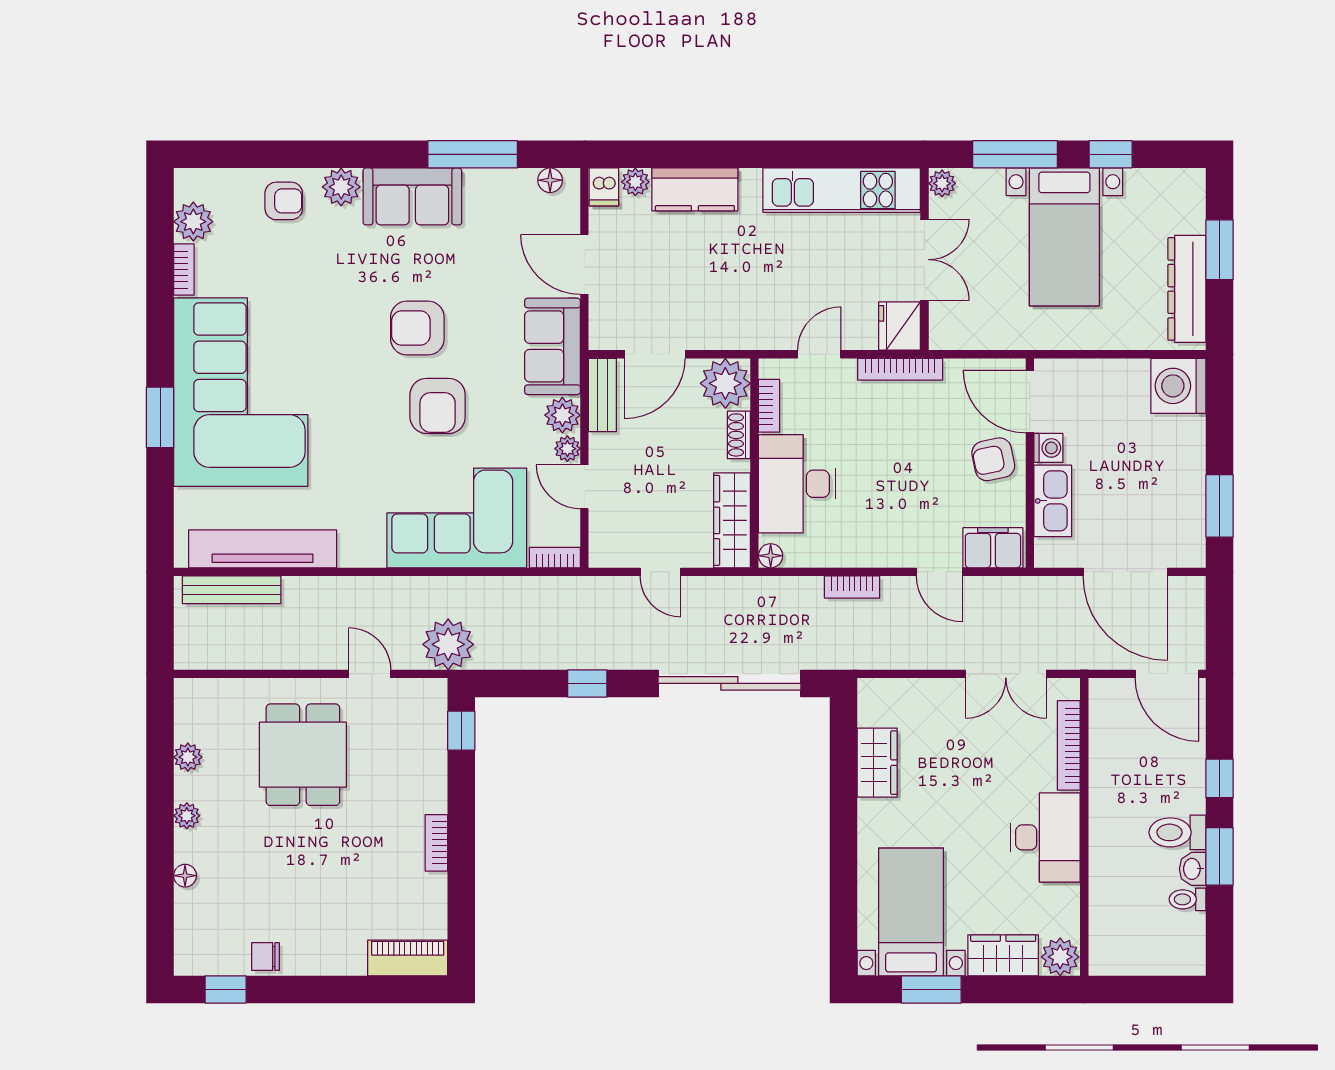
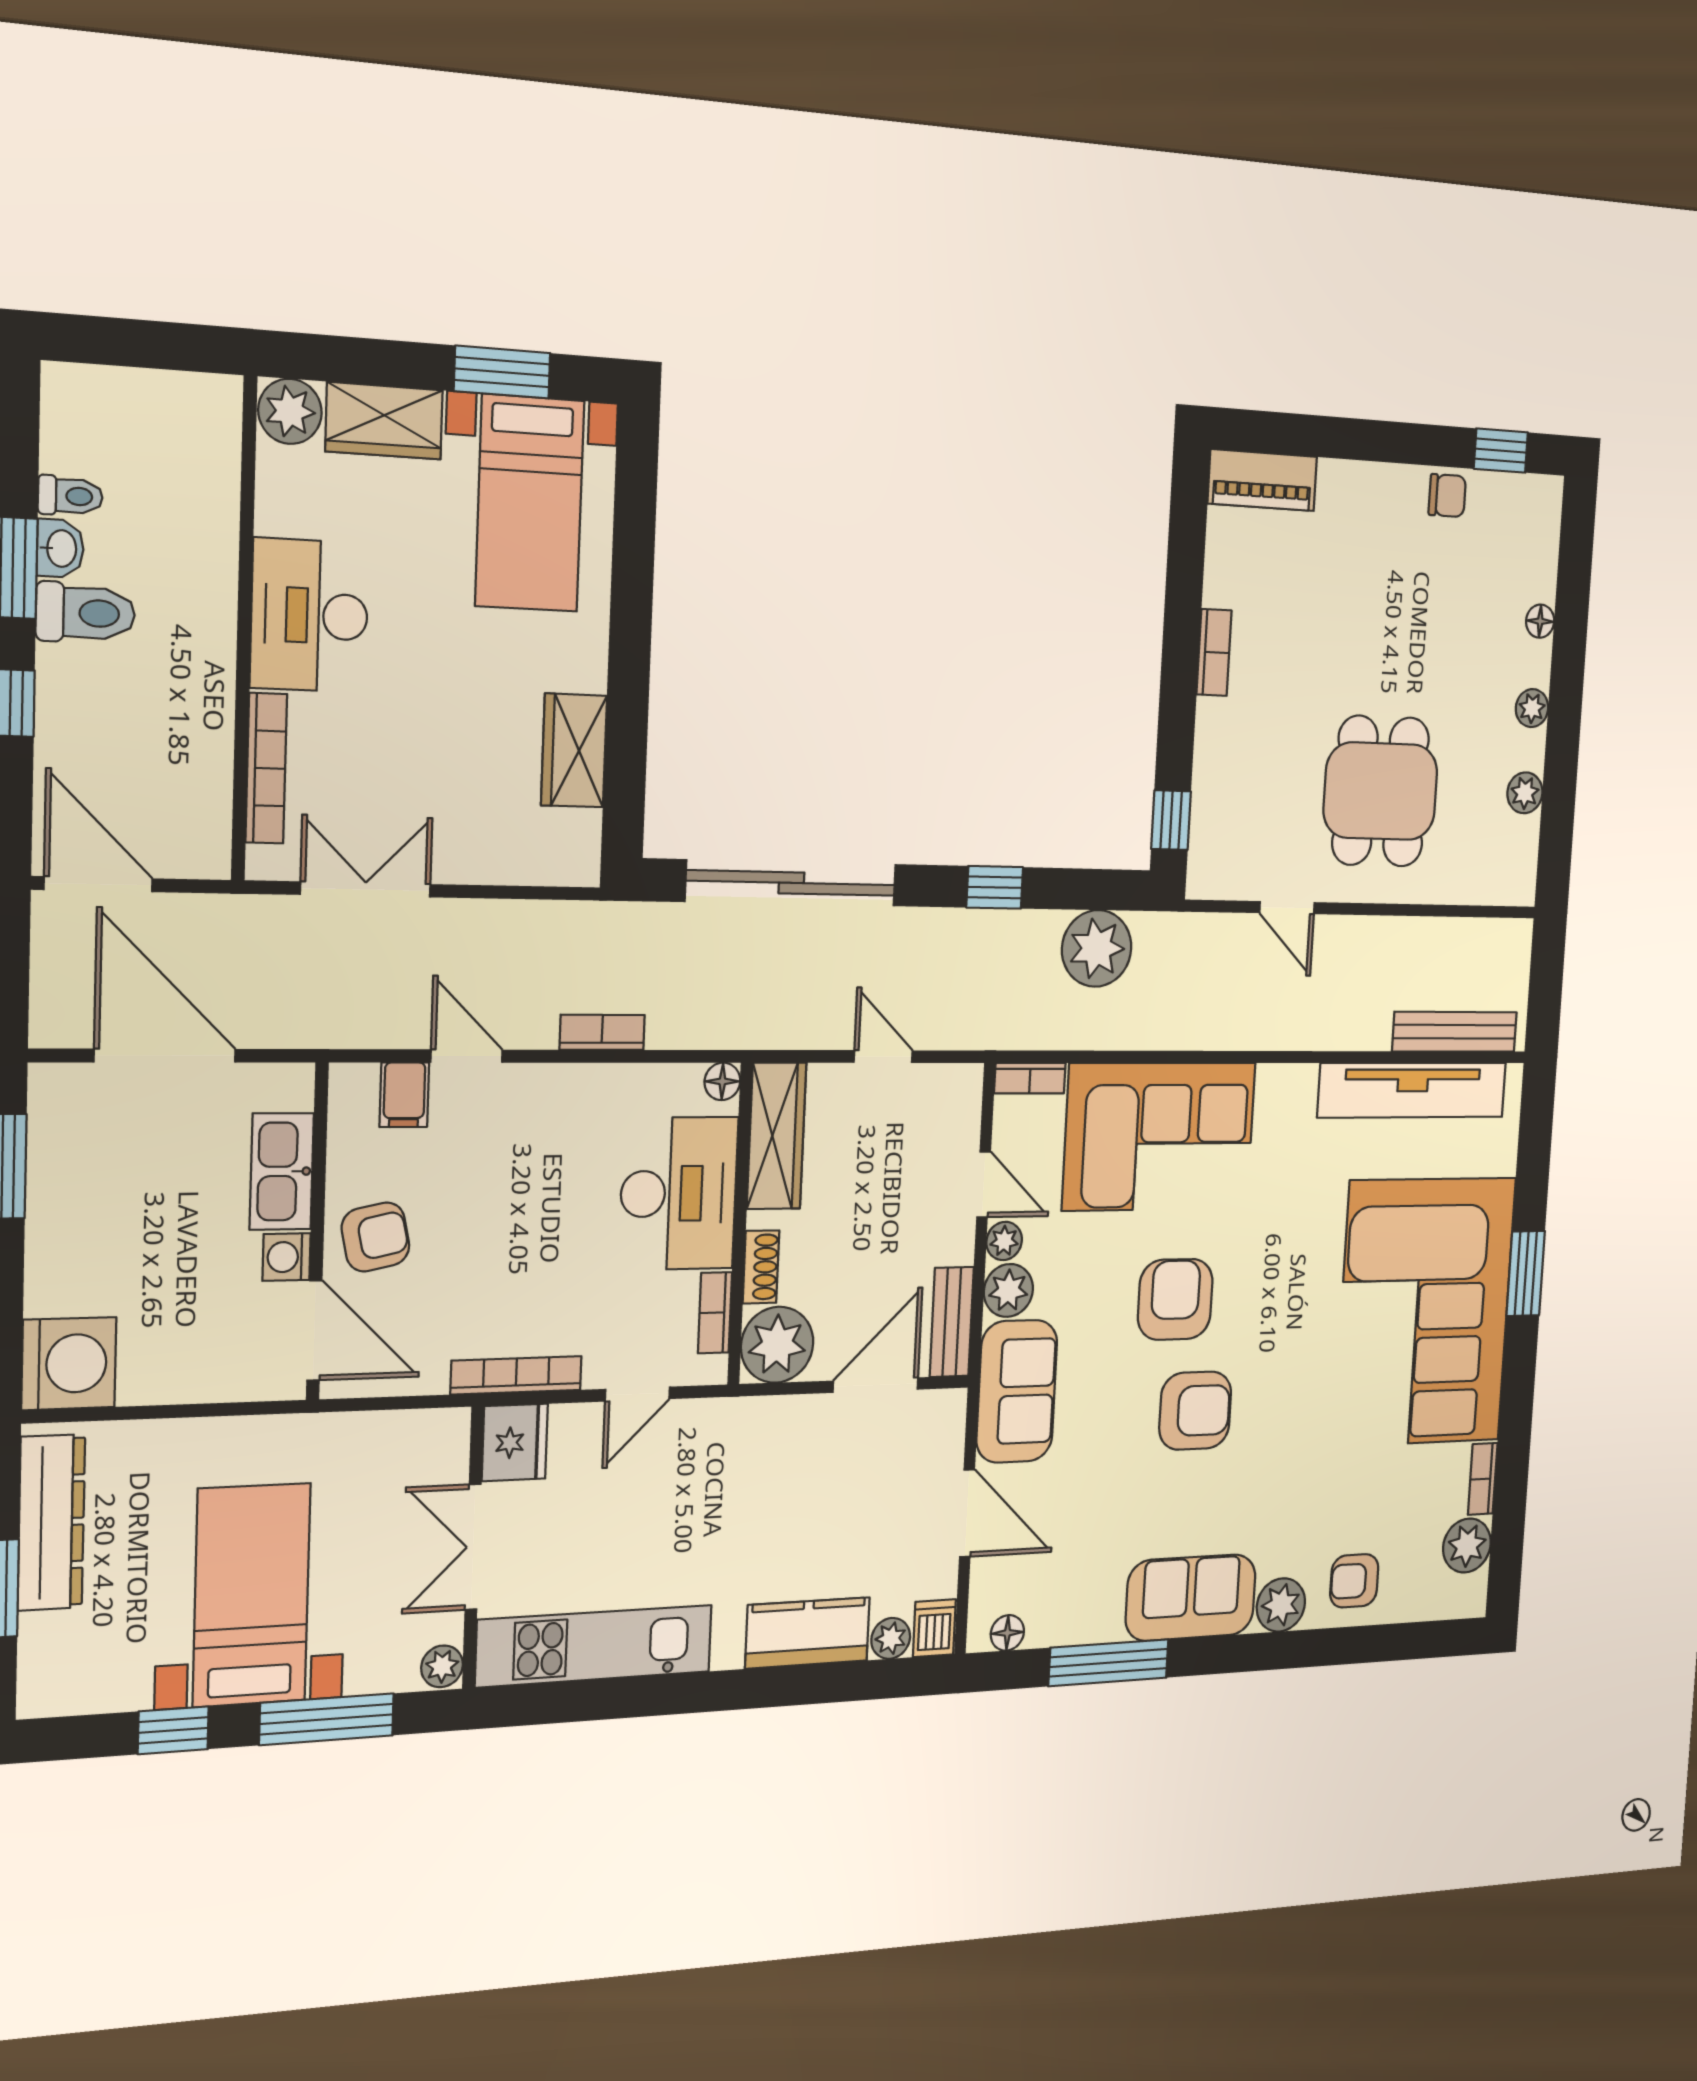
filing cabinet: (993, 548) -> (404, 1095), width x0.50
plant: (448, 644) -> (1097, 948), moved

